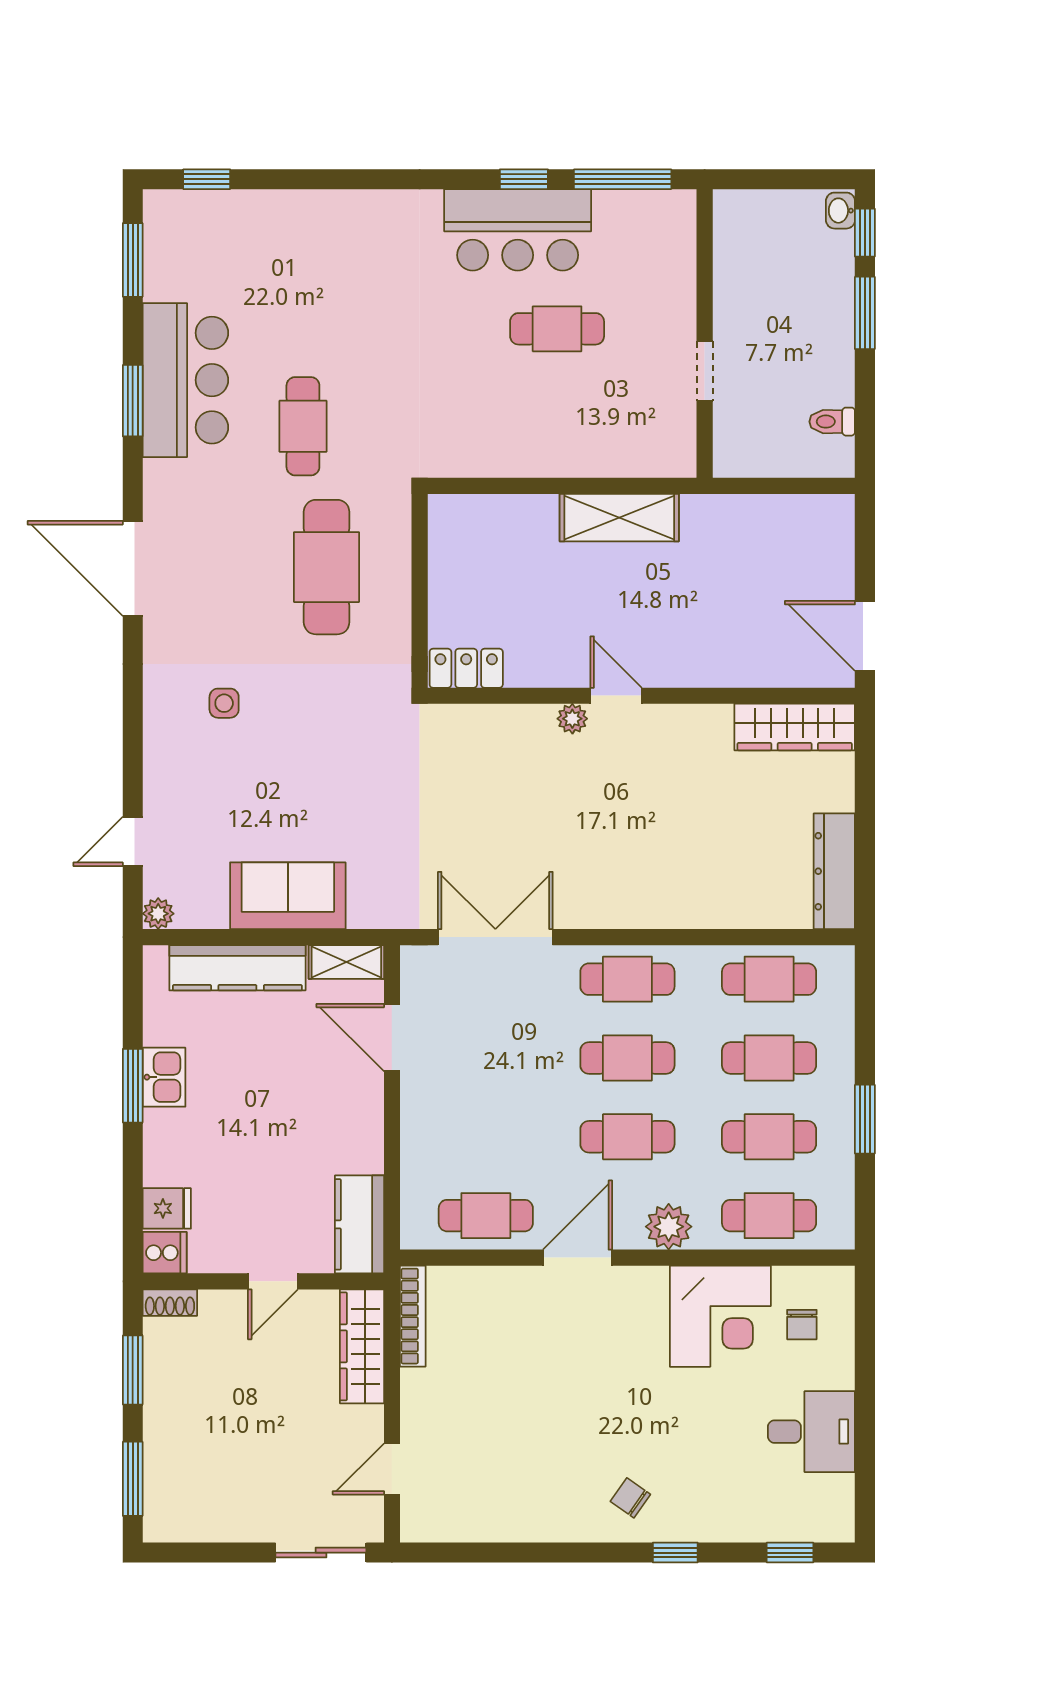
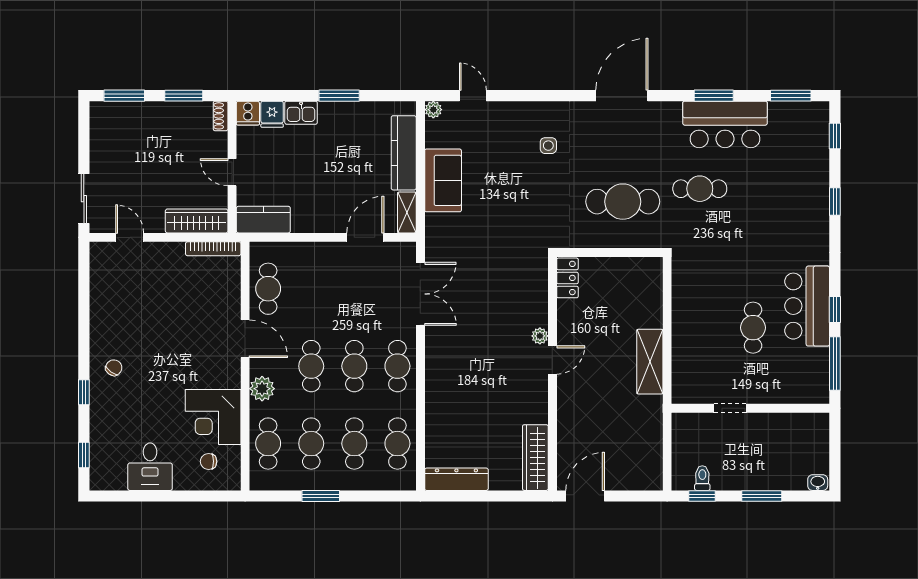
window: (326, 179) -> (835, 201), added
window: (865, 233) -> (702, 496), moved
kitchen sink: (164, 1077) -> (301, 113), moved

